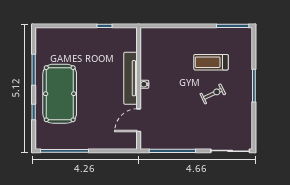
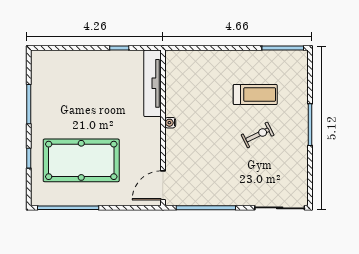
treadmill: (211, 62) -> (255, 94), turned 180
tv unit: (131, 78) -> (153, 83), moved
pool table: (60, 94) -> (81, 160), moved, turned 90
door: (139, 120) -> (163, 185), moved

